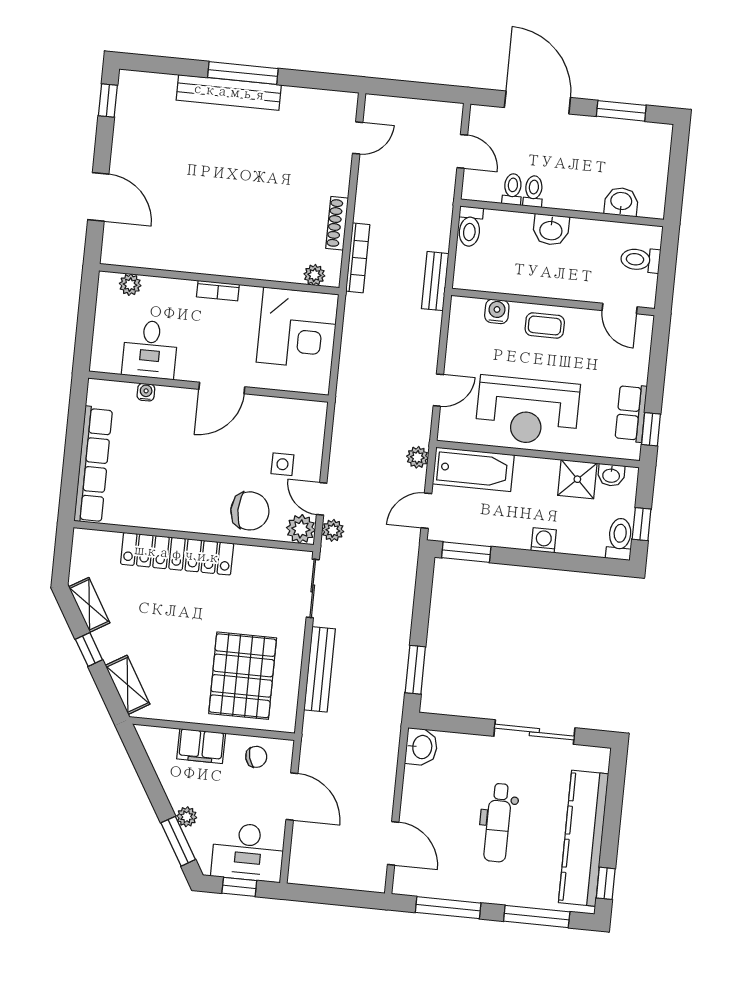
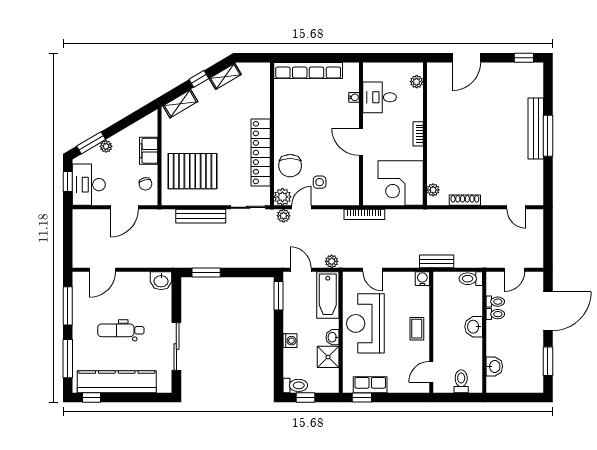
bookcase: (358, 258) -> (364, 214), moved
water cooler: (497, 311) -> (422, 279), moved, turned -90
washbasin: (611, 475) -> (333, 337), moved
locker: (177, 554) -> (261, 153), moved

